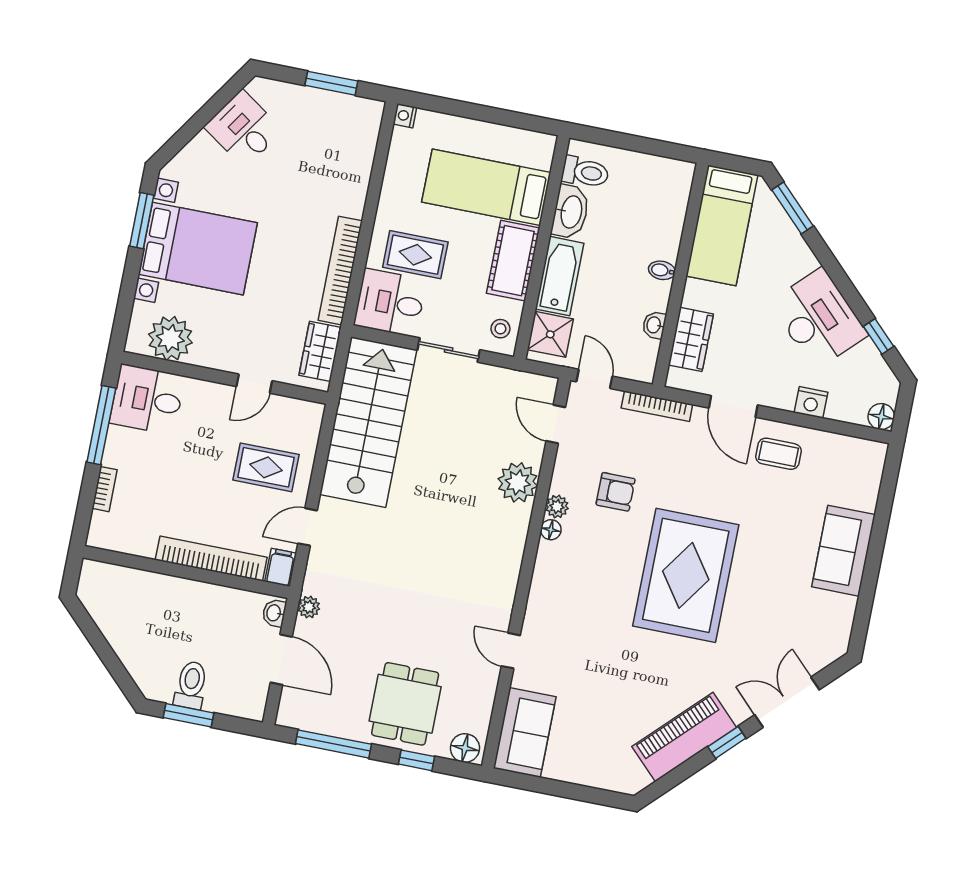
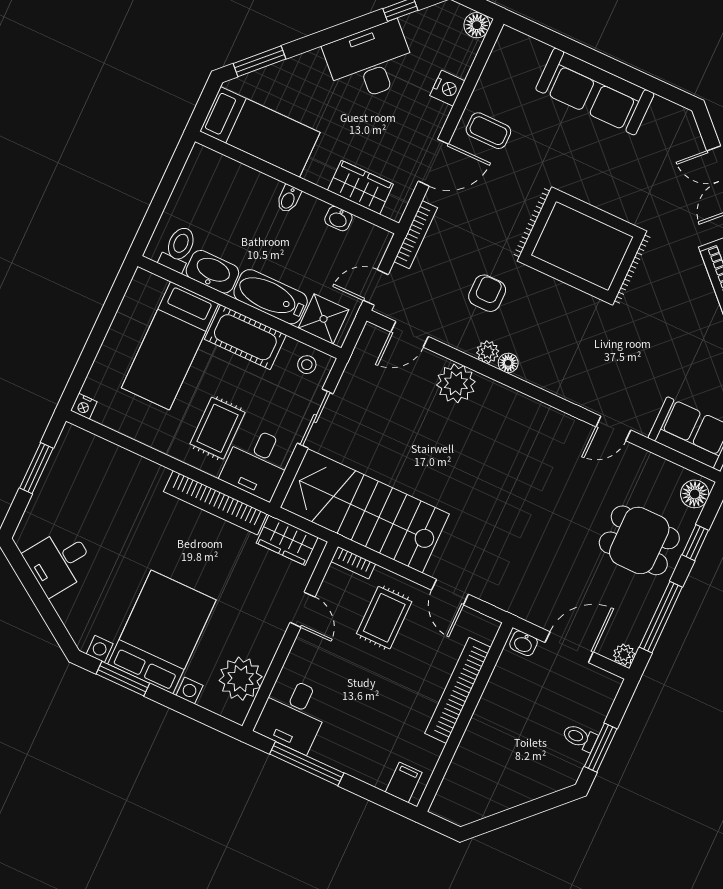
coffee table: (778, 454) -> (488, 131), turned 90
bookcase: (105, 489) -> (353, 563), moved, turned 180
sofa: (843, 551) -> (595, 91), width x1.36
filing cabinet: (281, 567) -> (404, 782), moved, turned 90
plant: (309, 607) -> (624, 655), moved
toilet: (191, 685) -> (580, 738), width x0.73, depth x0.72

